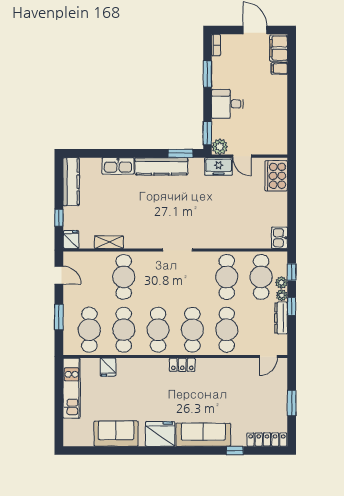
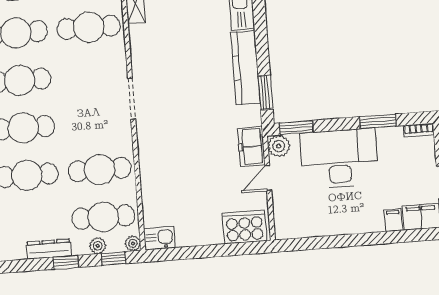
desk: (227, 104) -> (339, 159), width x1.87, depth x1.30
plant: (282, 295) -> (133, 243), moved

